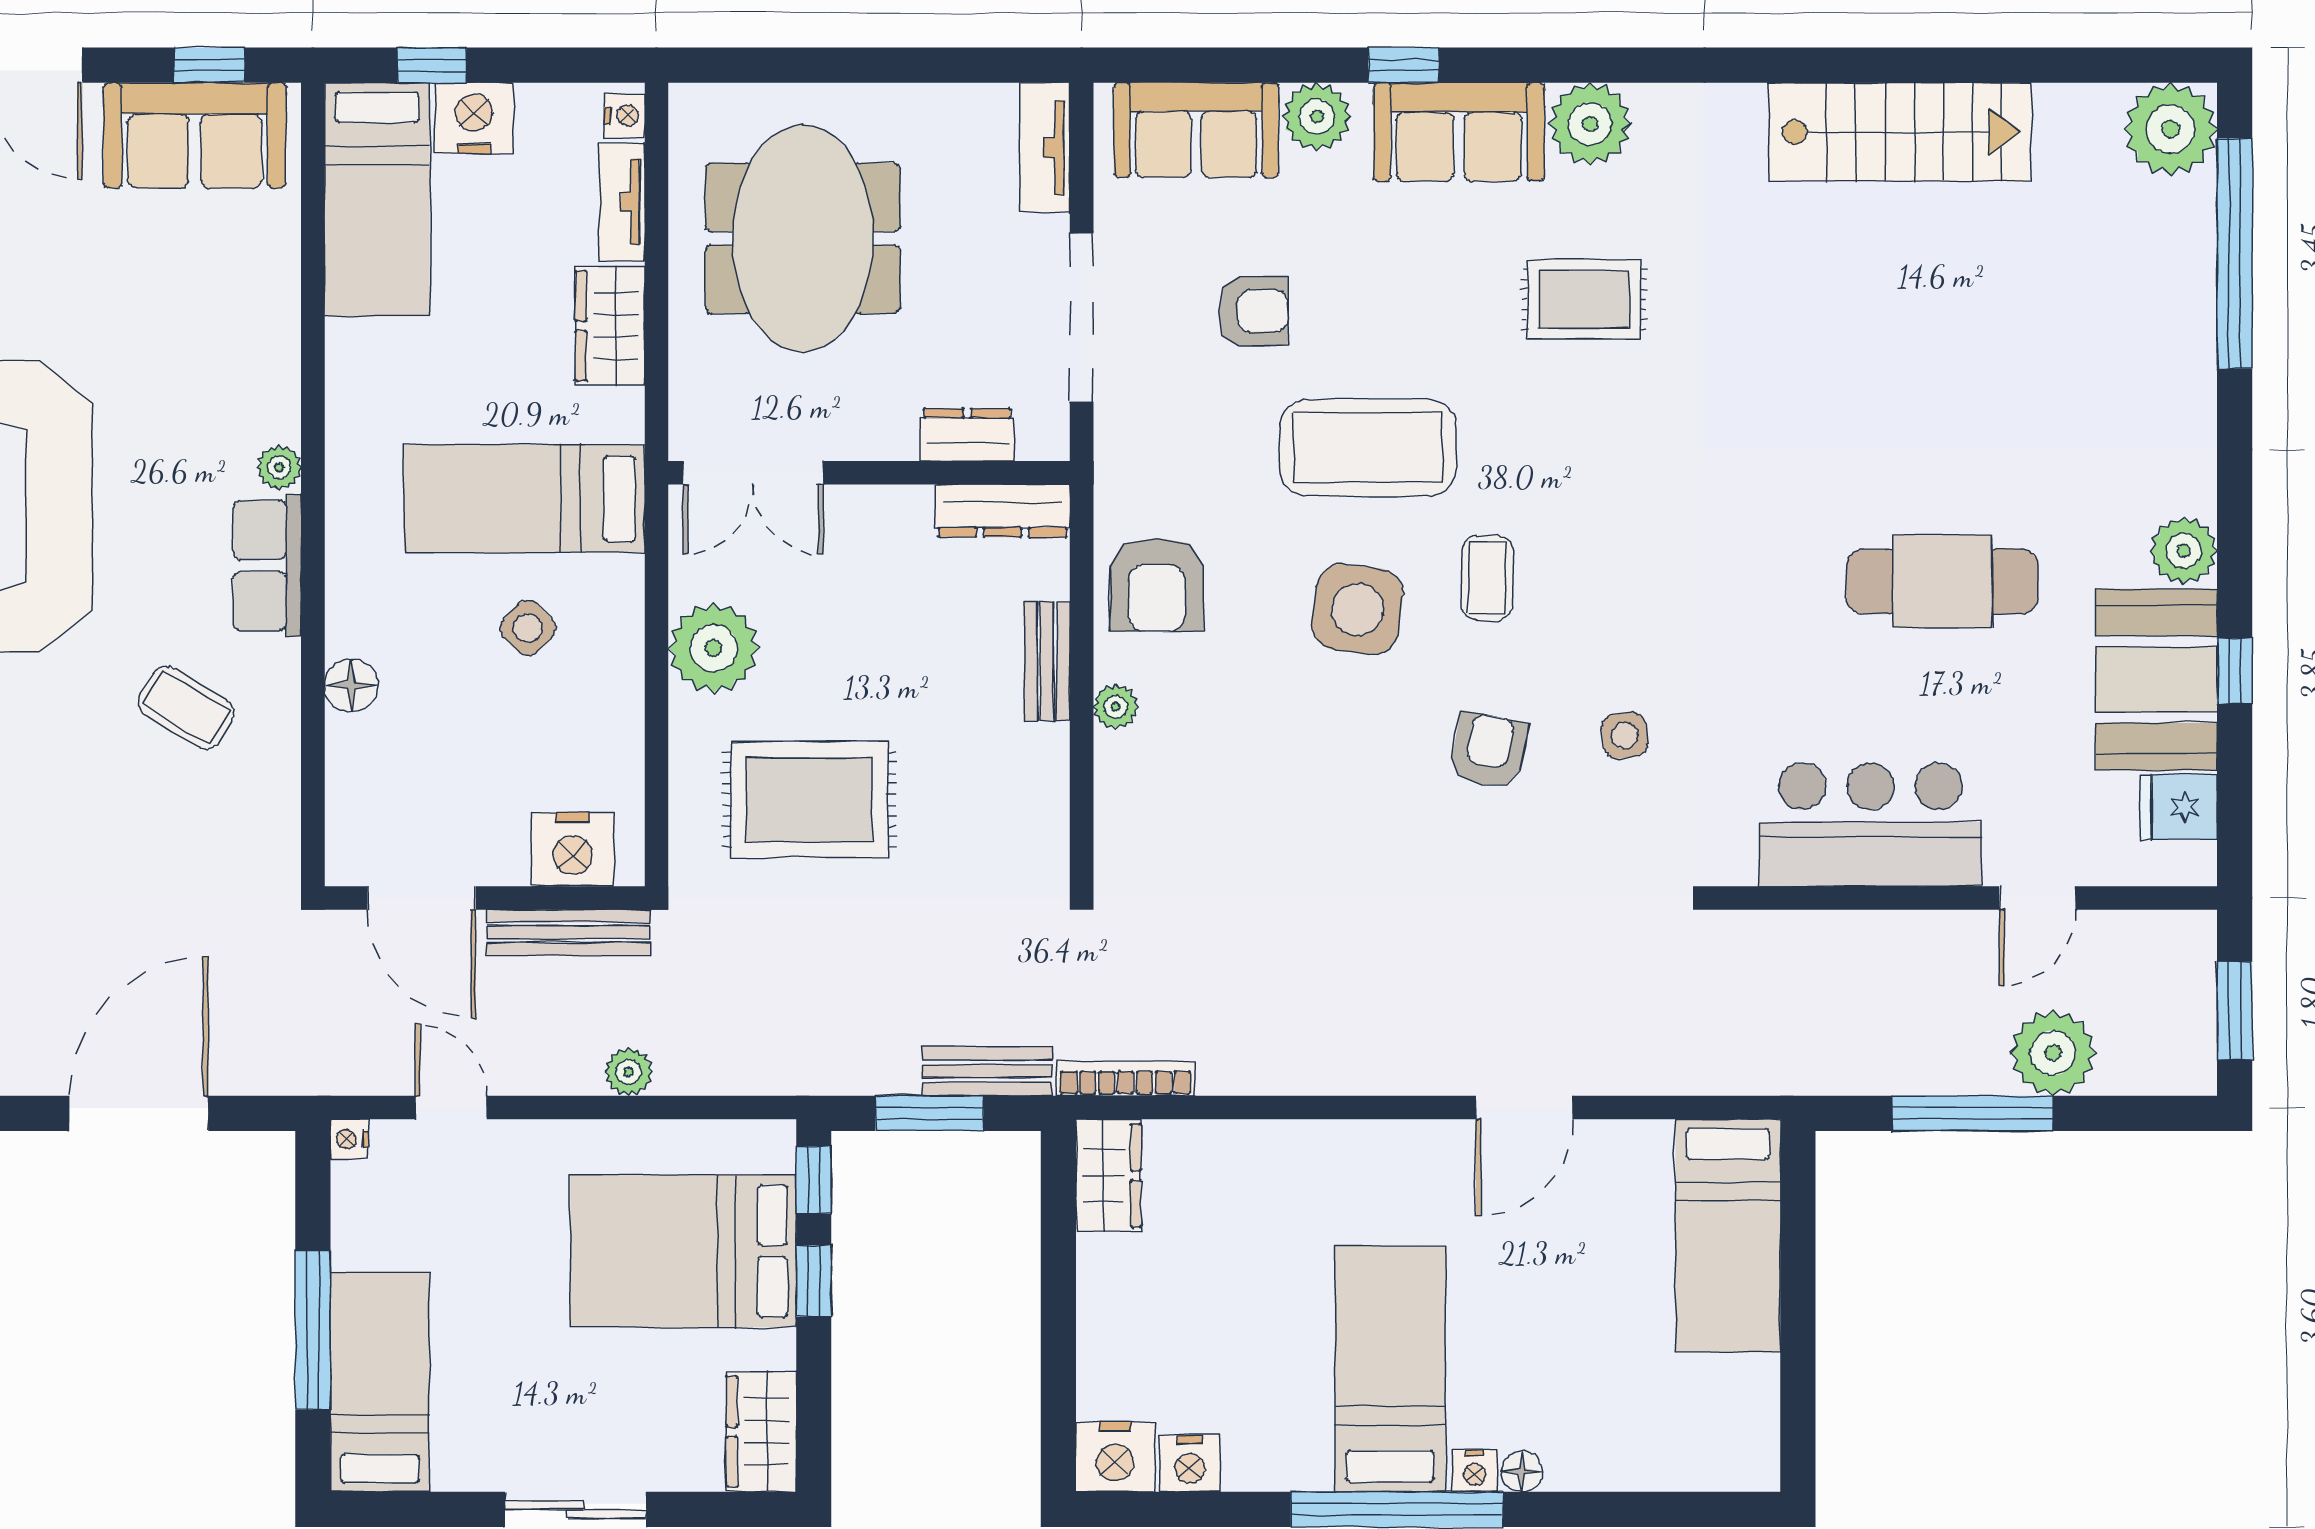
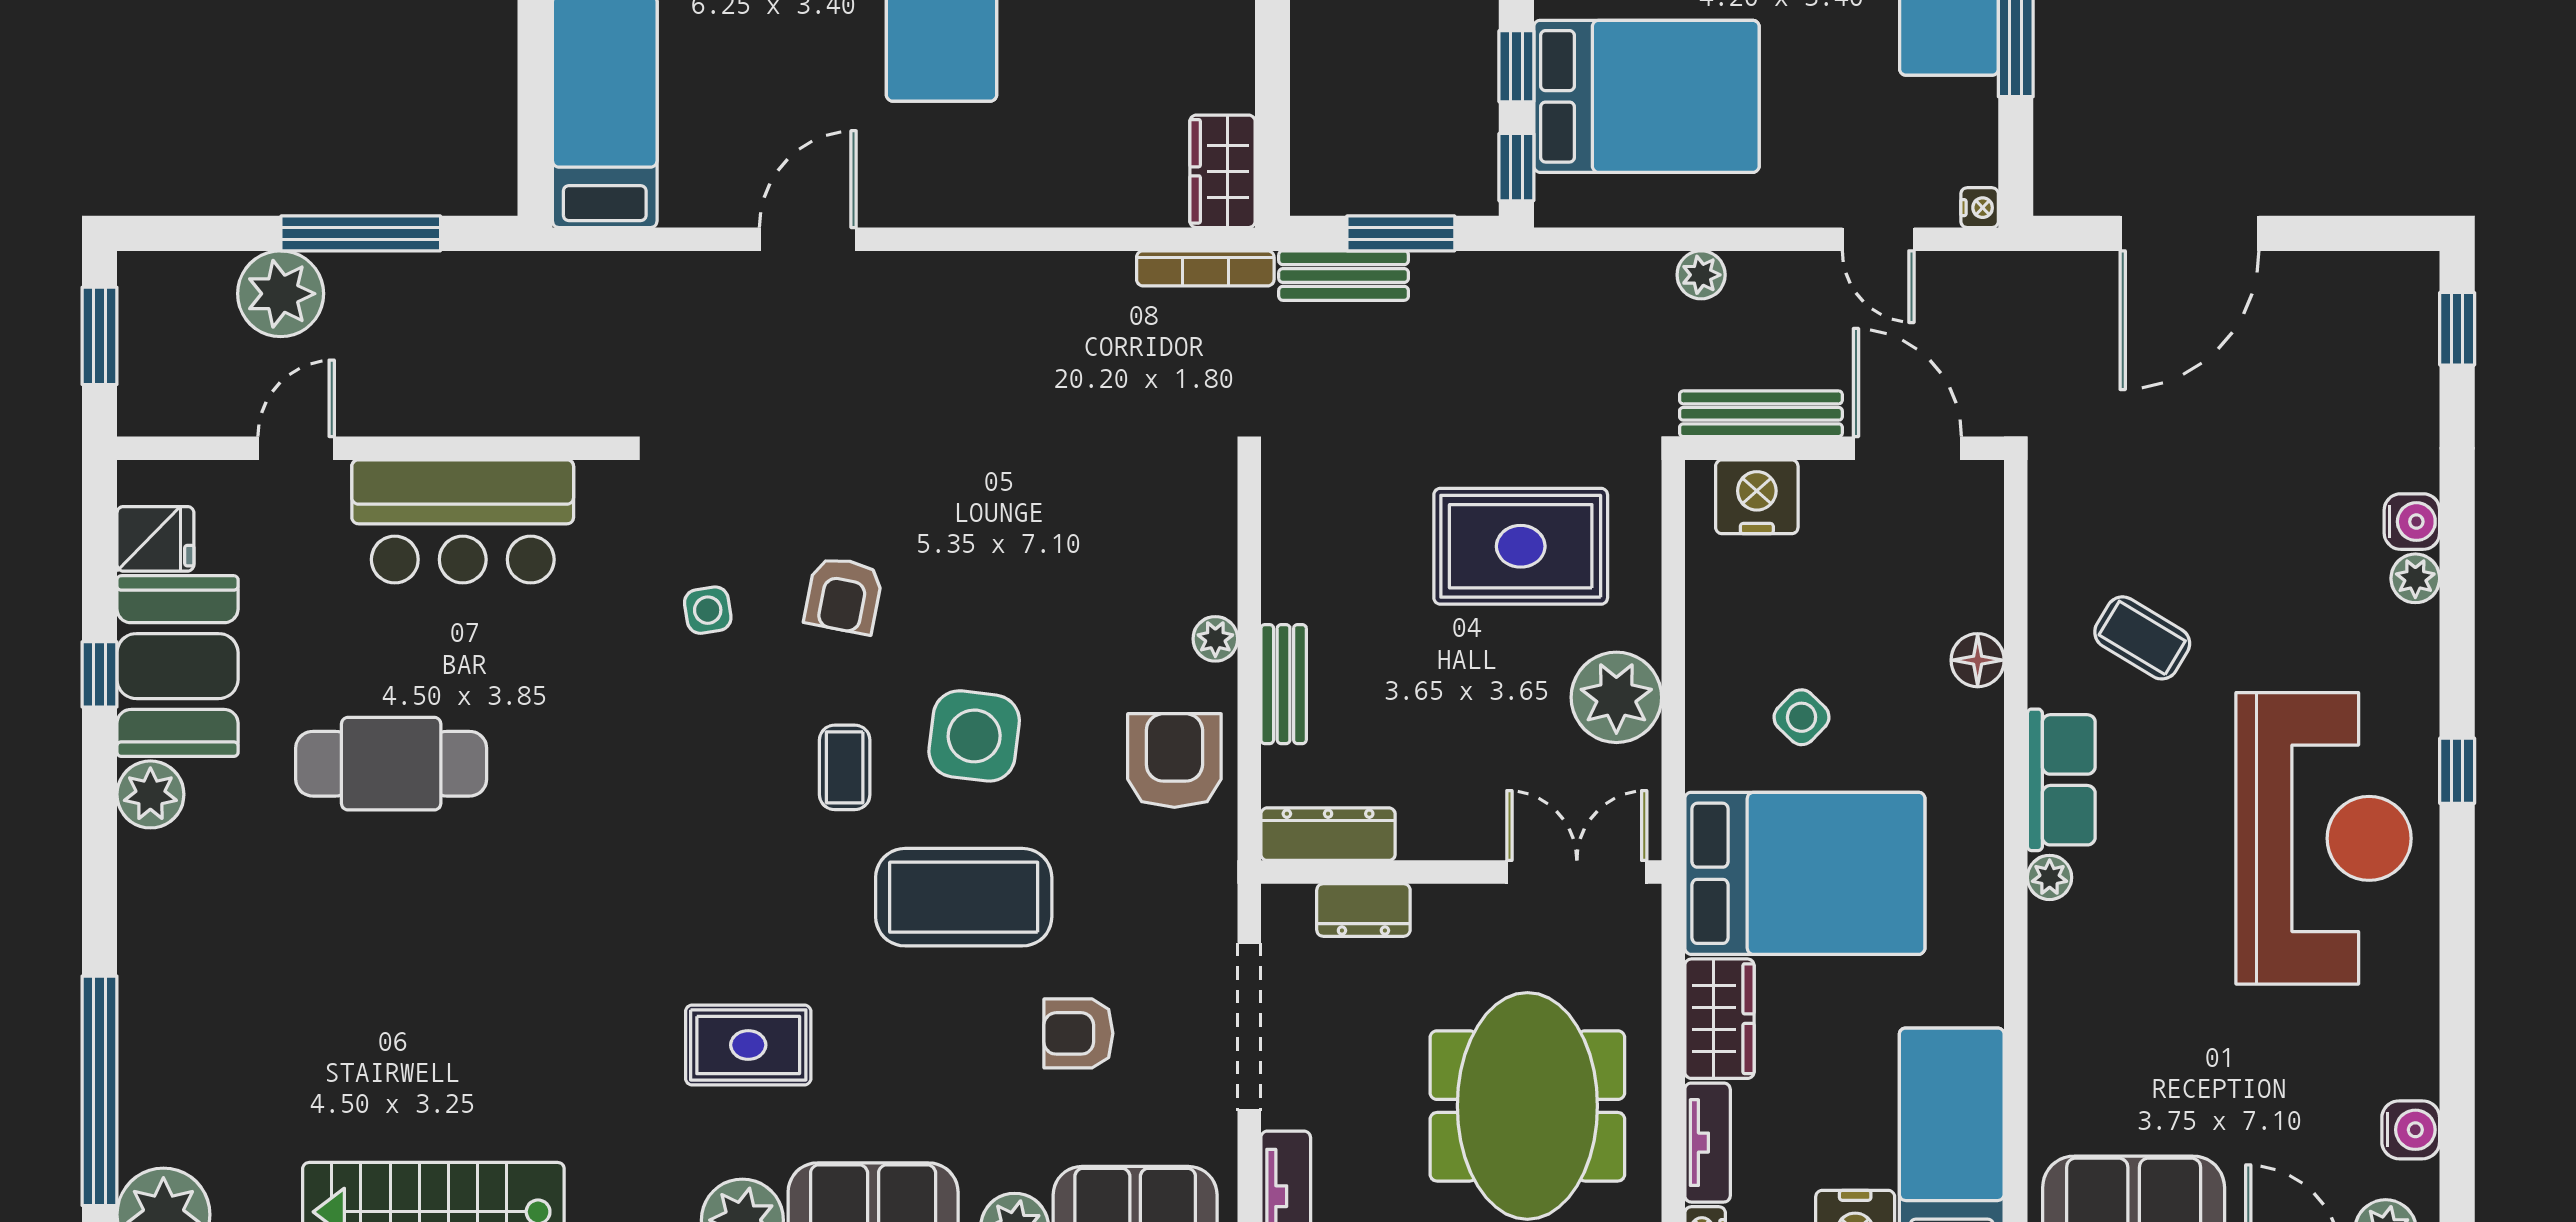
bed: (524, 499) -> (1805, 873), width x1.50

